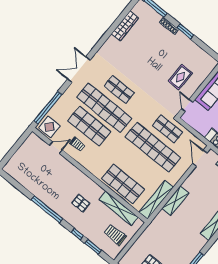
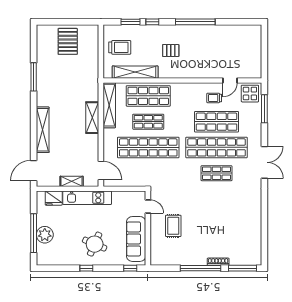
wardrobe: (125, 26) -> (255, 231), removed
window: (185, 31) -> (201, 268), width x2.11
window: (48, 108) -> (264, 109), width x0.68
shop shelf: (168, 129) -> (148, 122), moved

